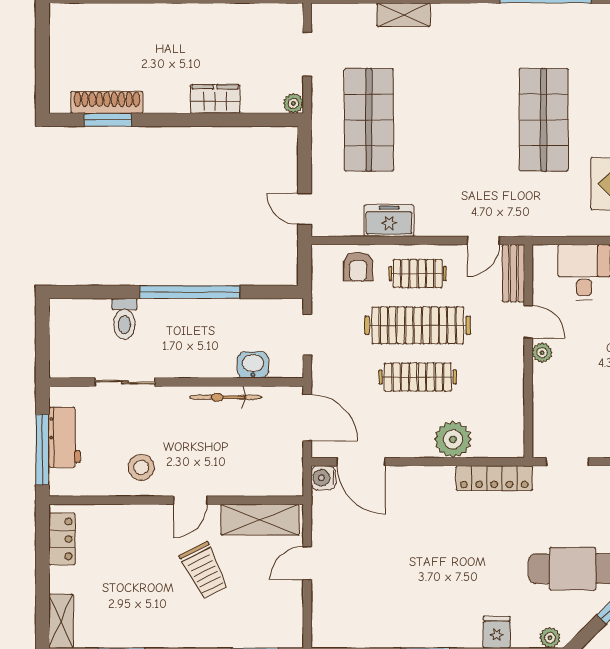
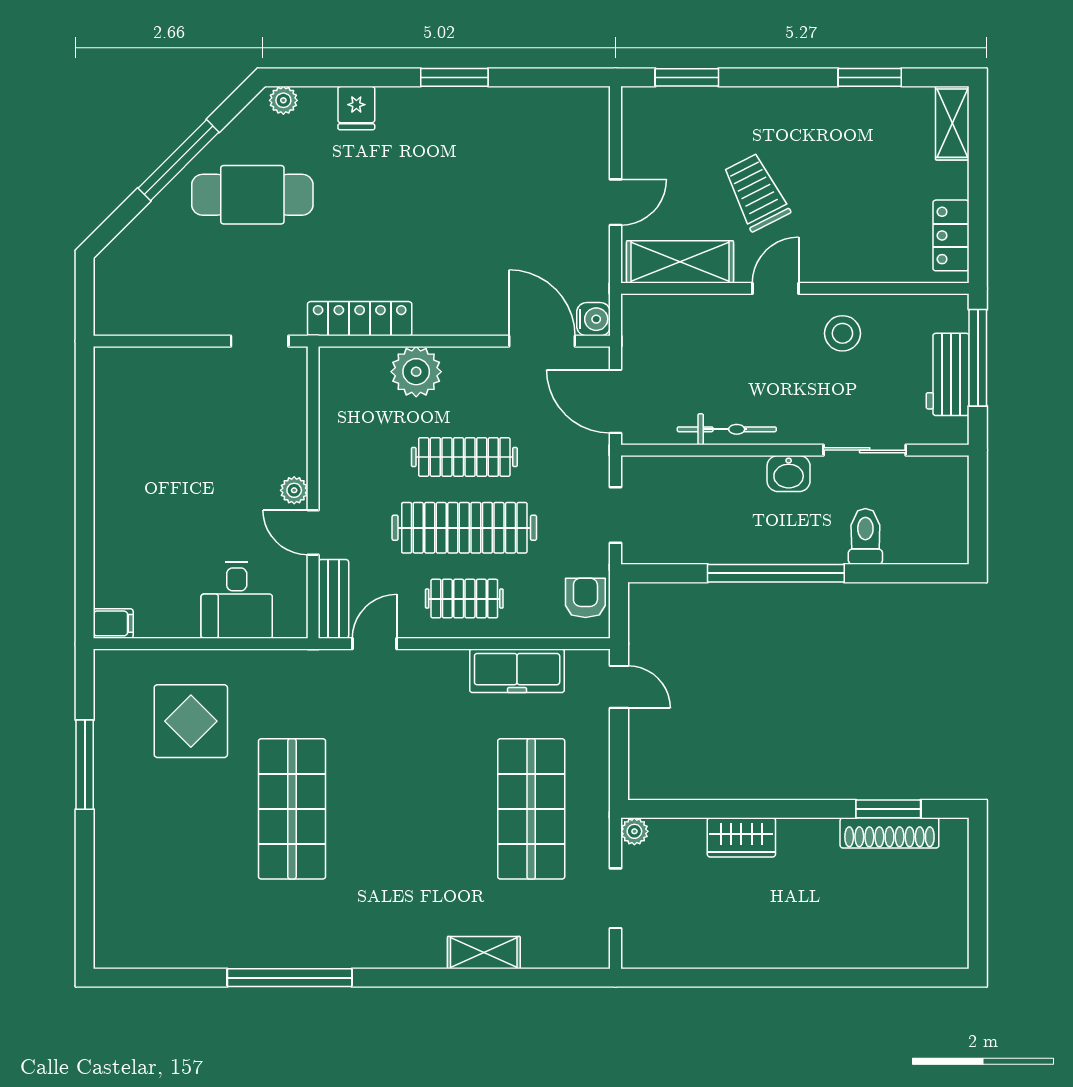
freezer: (389, 221) -> (517, 671), width x1.40
armchair: (358, 267) -> (585, 598), moved
washbasin: (253, 365) -> (789, 474), moved

